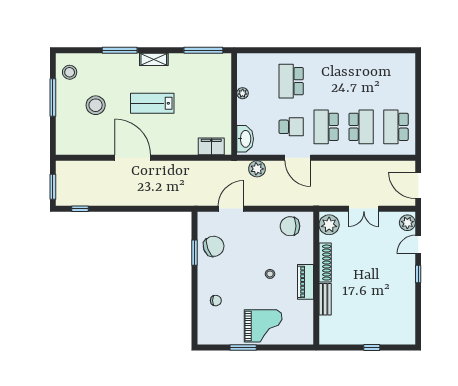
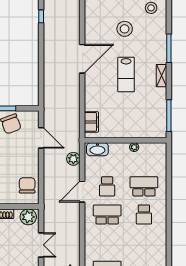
lab bench: (152, 103) -> (126, 74), turned 180
school desk: (361, 127) -> (144, 214), moved, width x0.54
double door: (364, 209) -> (41, 245), swing flipped

